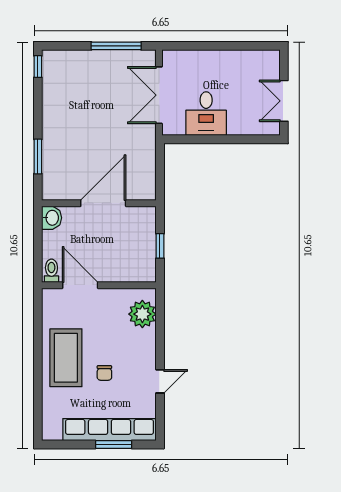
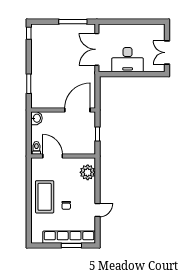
desk: (206, 114) -> (128, 60), width x1.37
door: (103, 203) -> (77, 110), moved

